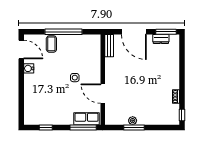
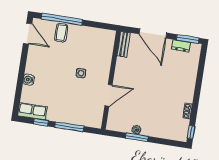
window: (64, 32) -> (62, 19), moved
water cooler: (29, 68) -> (29, 80), moved
door: (103, 94) -> (108, 95), swing flipped
row of seats: (87, 119) -> (32, 111), moved
window: (83, 127) -> (69, 127), moved

